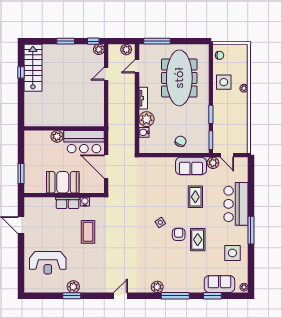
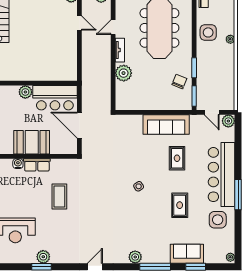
door: (137, 66) -> (113, 27), moved
door: (106, 74) -> (79, 23), swing flipped
water cooler: (144, 132) -> (121, 88), removed
chair: (181, 141) -> (179, 82), moved
plant: (213, 163) -> (228, 121), moved
sofa: (191, 166) -> (166, 125), width x1.36
water cooler: (85, 202) -> (18, 164), moved
bar counter: (236, 204) -> (222, 175), width x1.36
armchair: (179, 234) -> (159, 199), removed
sofa: (219, 284) -> (187, 254), moved

